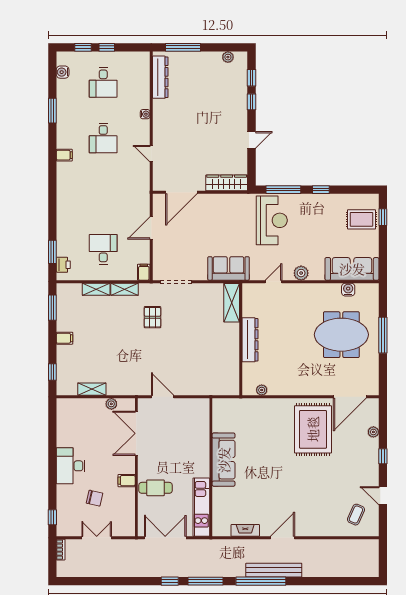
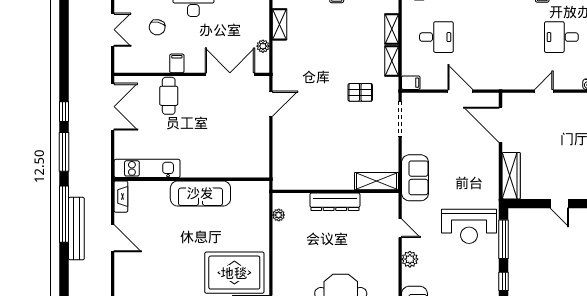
sofa: (224, 460) -> (200, 193), moved
wall: (211, 467) -> (192, 179), moved
kitchen unit: (201, 507) -> (147, 168), moved

